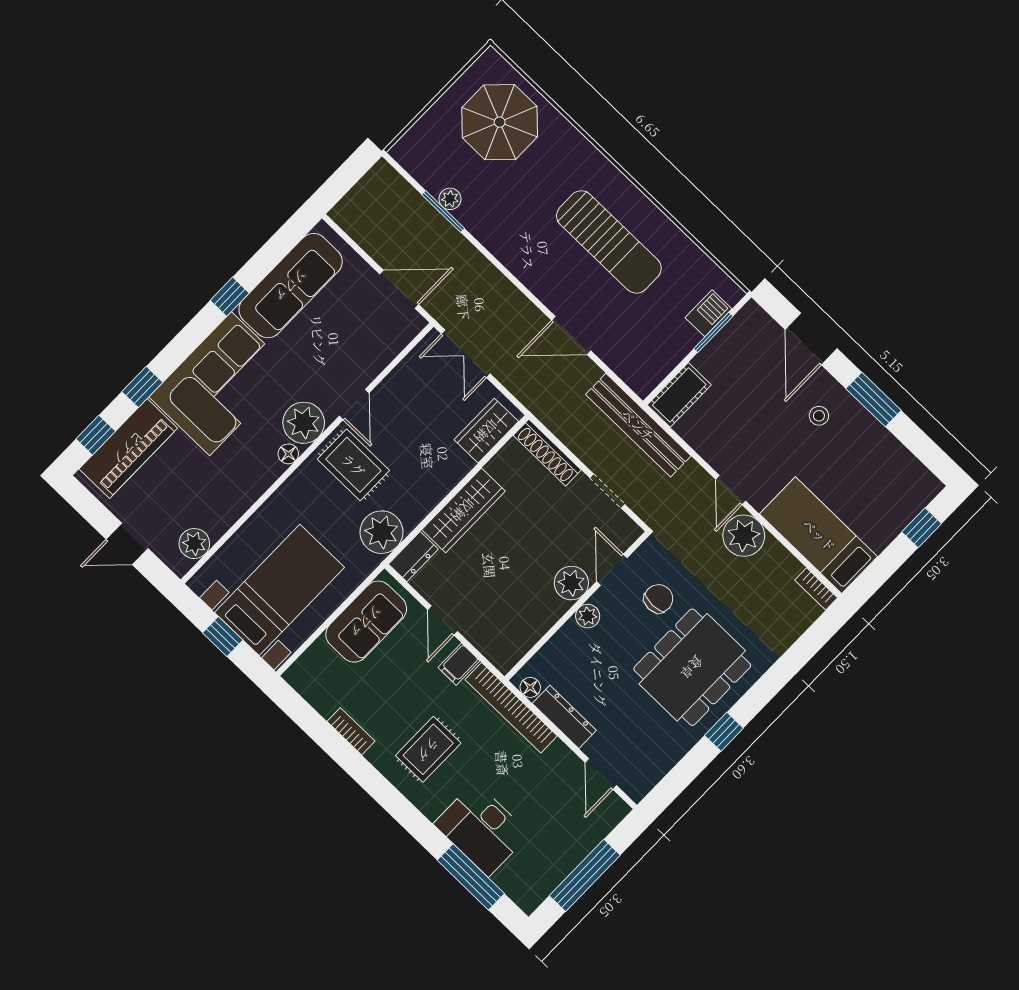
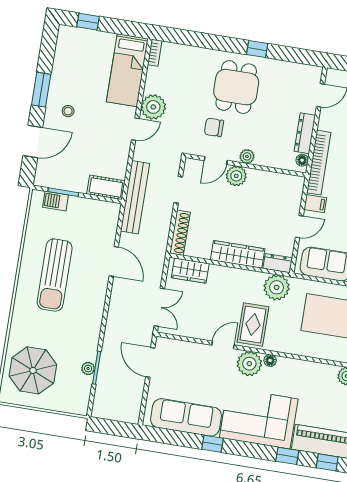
sun lounger: (609, 242) -> (55, 275), turned 180
dining table: (692, 667) -> (236, 87), width x0.73

